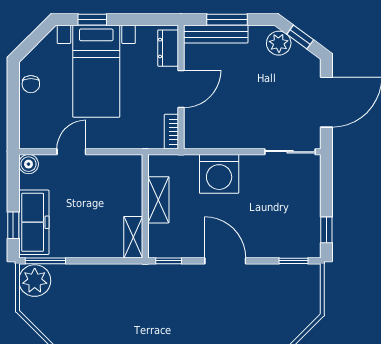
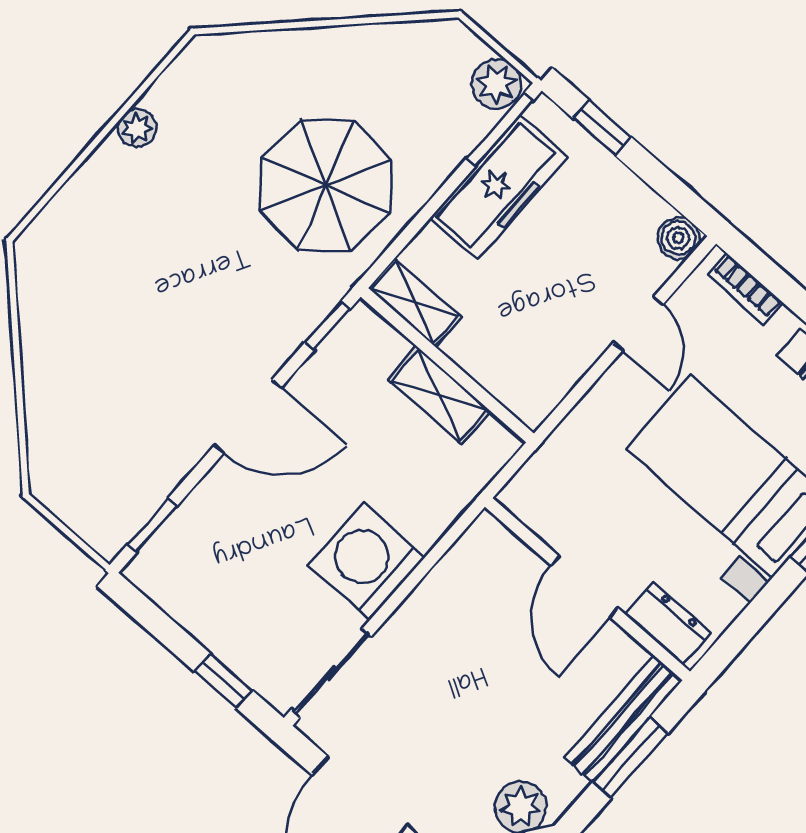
bookcase: (171, 132) -> (745, 289), moved, turned 180
washing machine: (219, 174) -> (367, 561), moved
freezer: (34, 222) -> (499, 188), moved, turned -90
window: (326, 230) -> (223, 681), moved
plant: (35, 281) -> (496, 84), width x0.73, depth x0.73
parasol: (119, 305) -> (326, 185), added

